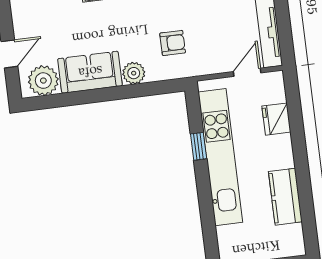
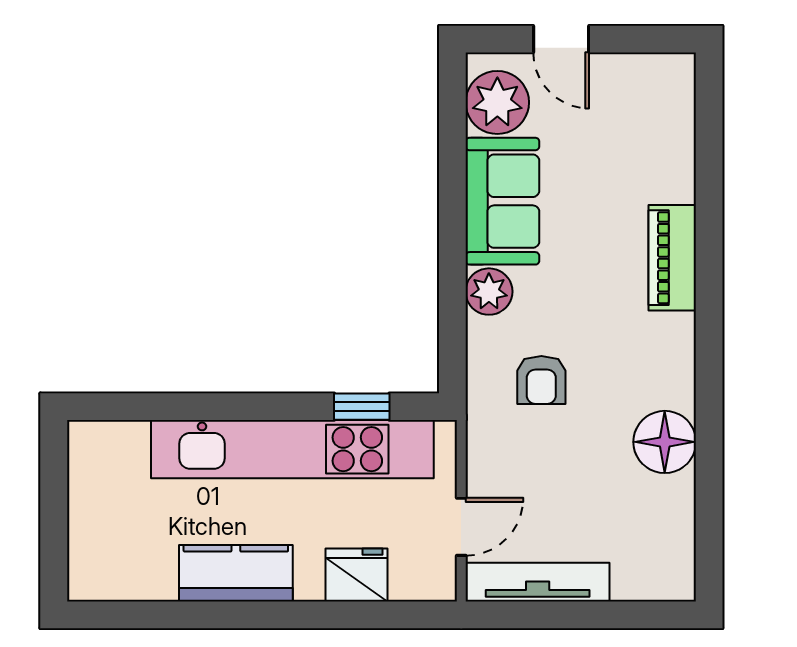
door: (247, 72) -> (461, 527), hinge flipped
window: (199, 146) -> (362, 407), moved
kitchen counter: (285, 197) -> (236, 573), moved

